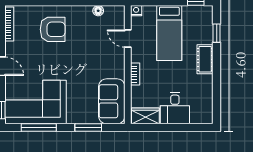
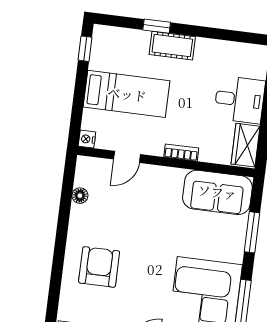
window: (217, 33) -> (157, 26), moved

